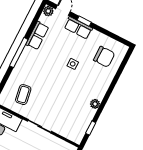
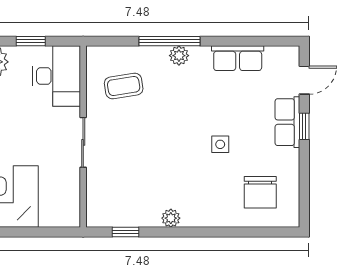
plant: (48, 11) -> (179, 56), moved
window: (19, 53) -> (169, 41), moved

